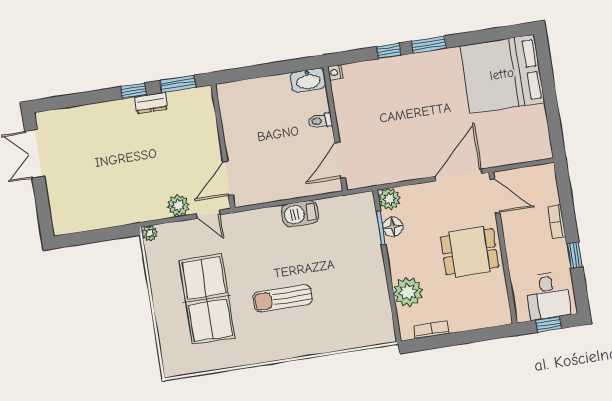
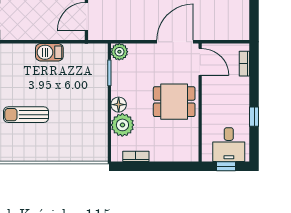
bookcase: (557, 221) -> (244, 64), moved
floor lamp: (393, 227) -> (119, 105), moved

